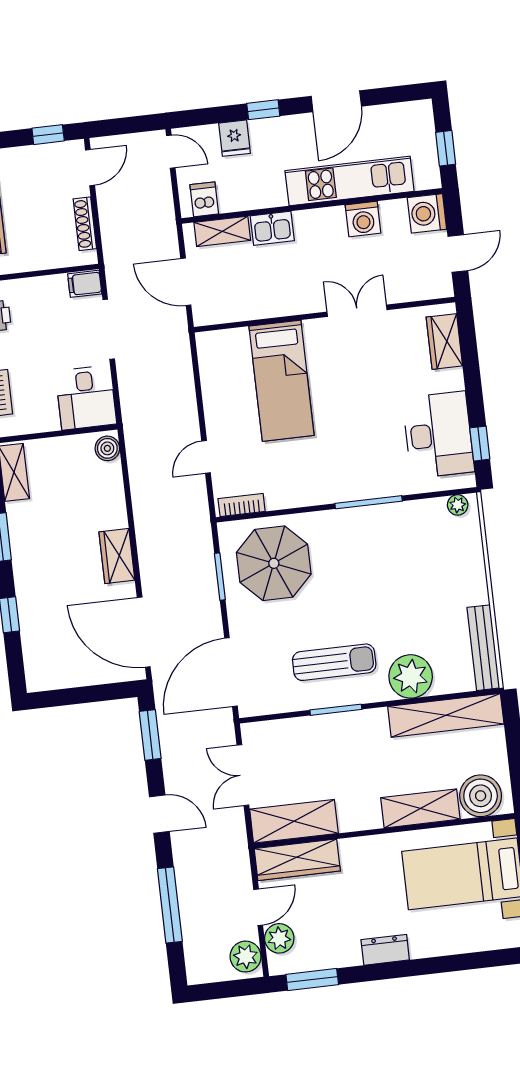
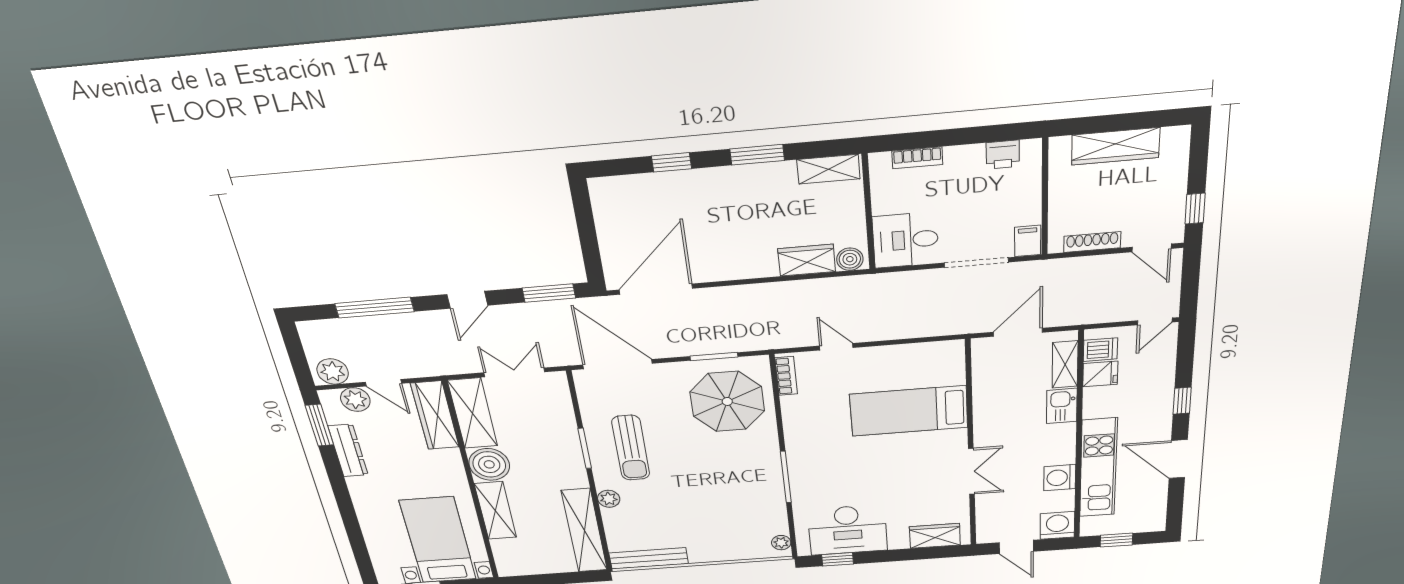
fridge: (234, 138) -> (1100, 374), moved, turned 180
wardrobe: (117, 556) -> (807, 260), moved
plant: (411, 676) -> (609, 499), width x0.53, depth x0.53
boiler: (481, 796) -> (489, 464), moved
dresser: (385, 950) -> (348, 450), moved, width x1.44

